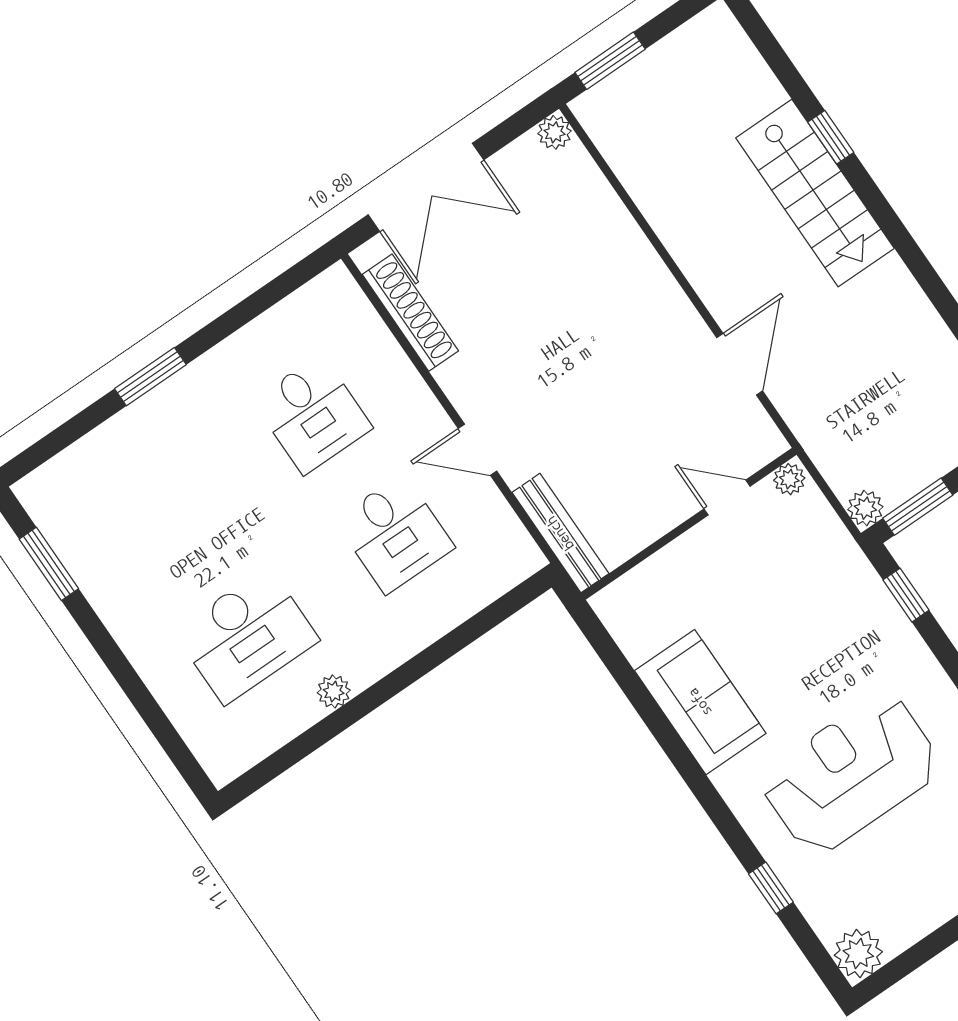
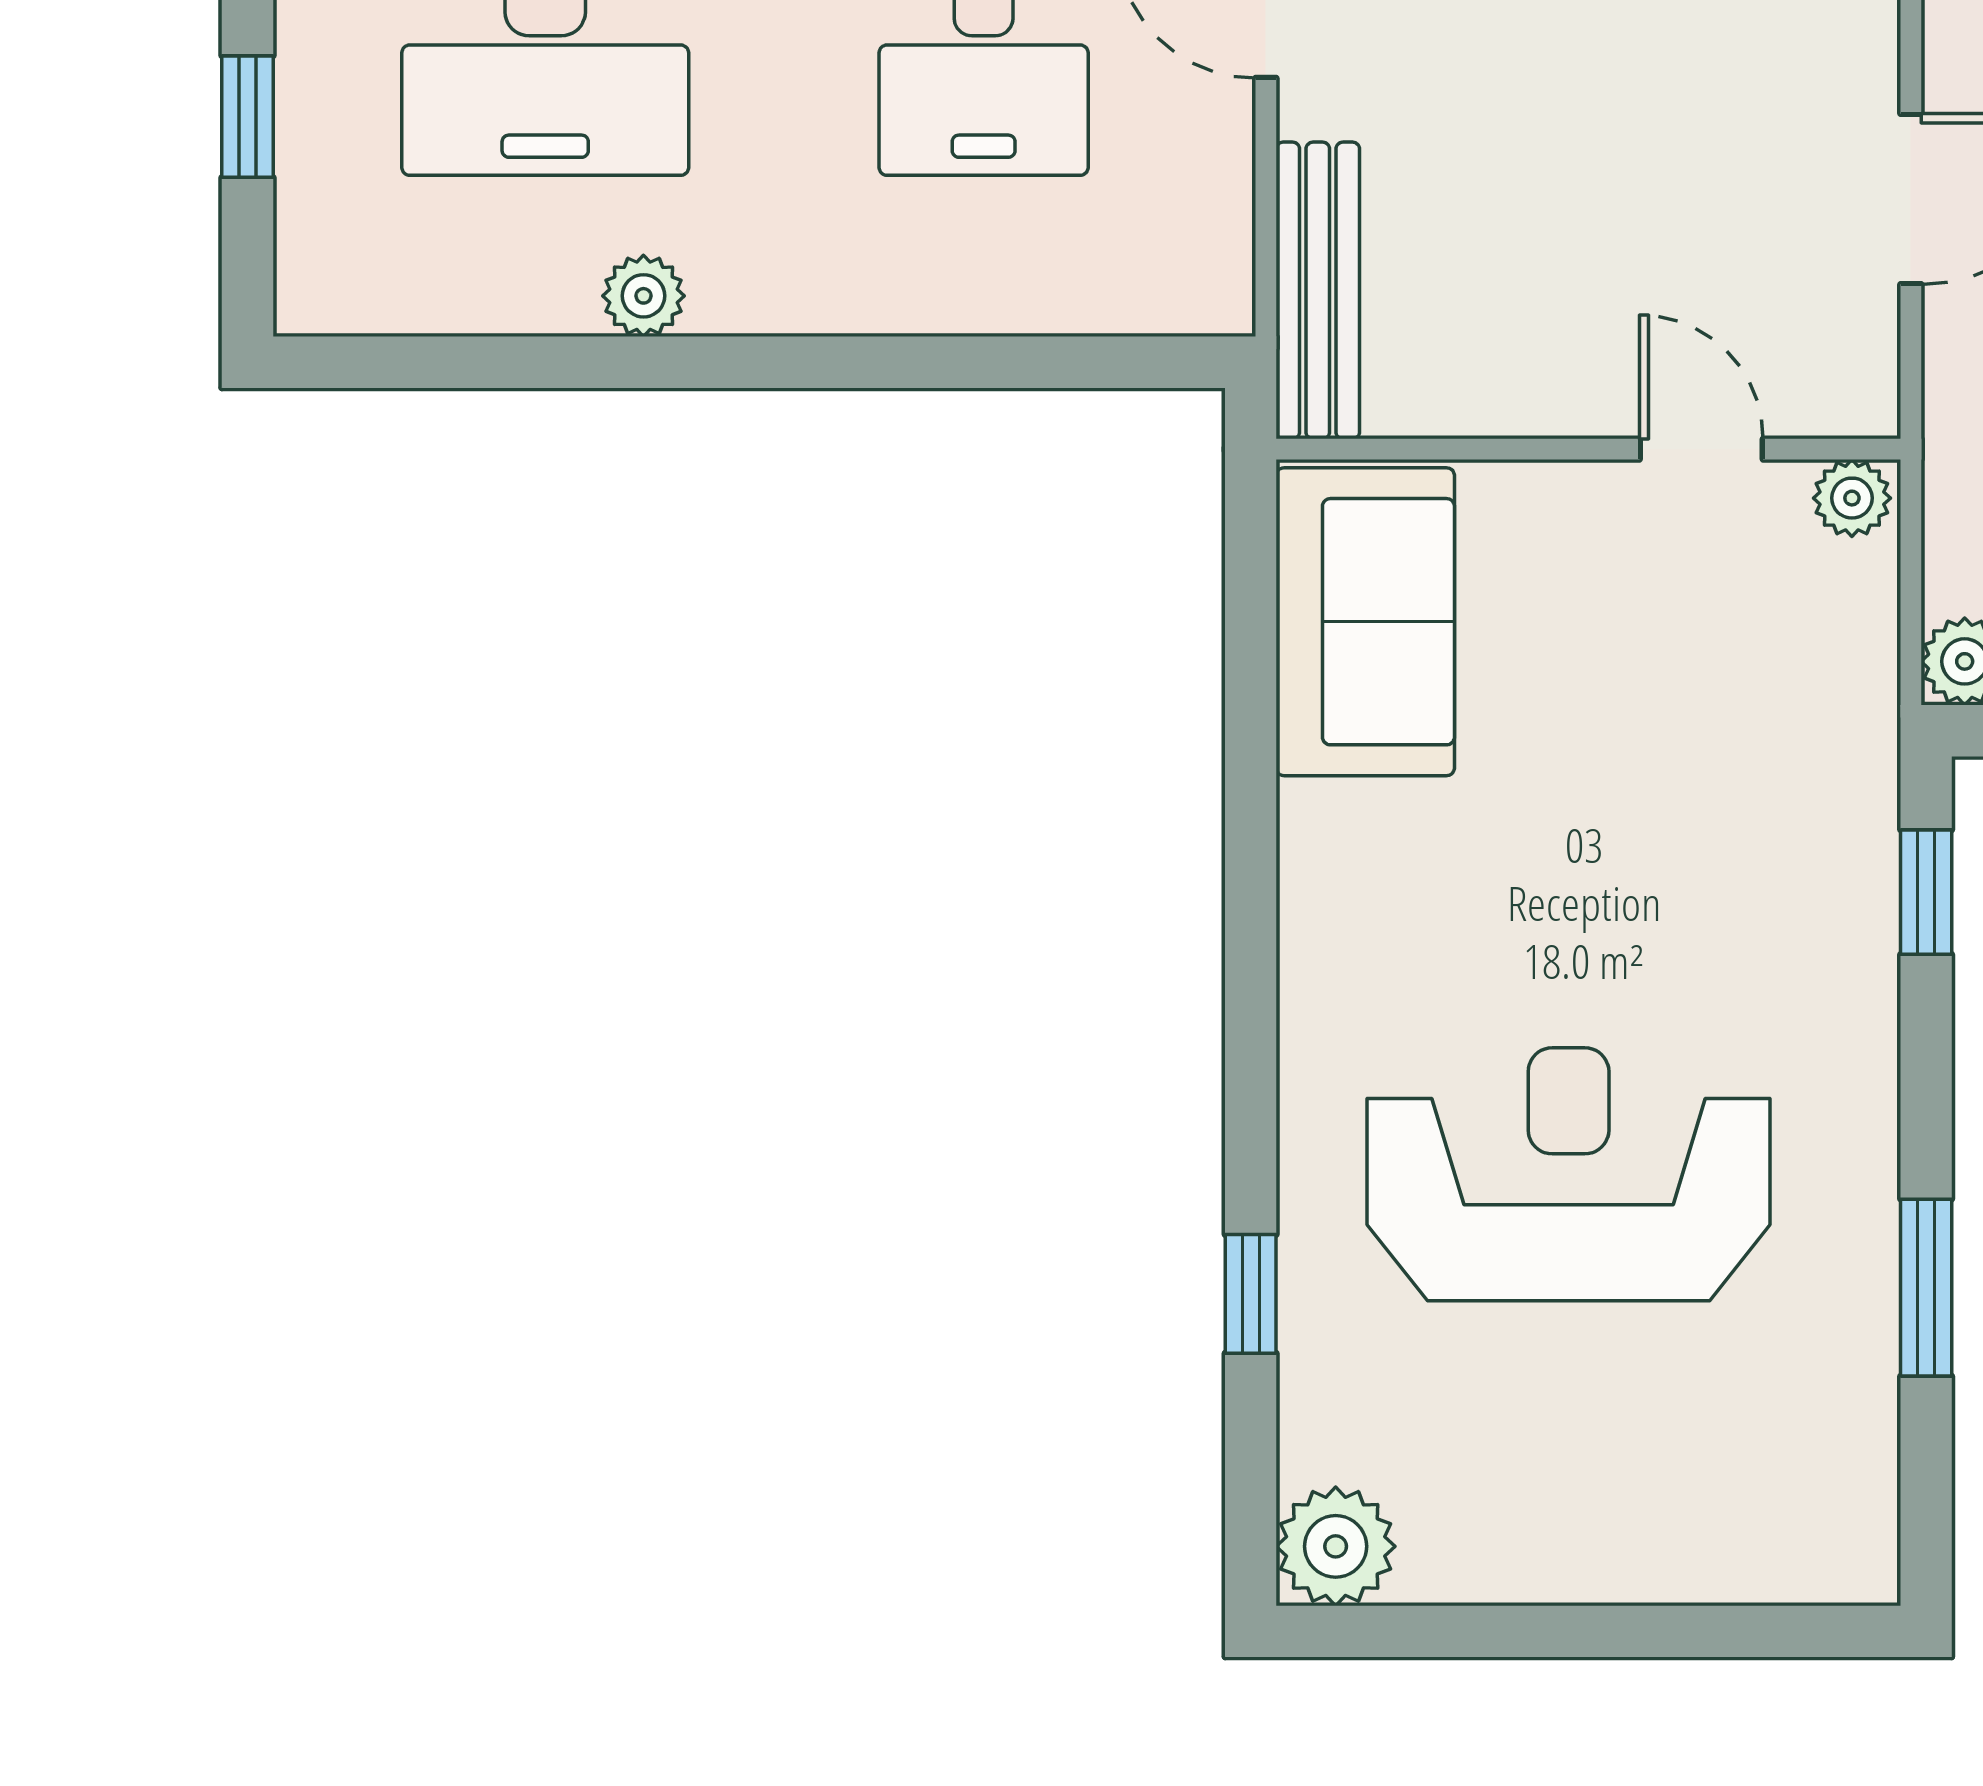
sofa: (700, 702) -> (1365, 622), moved
window: (158, 723) -> (248, 117), added

